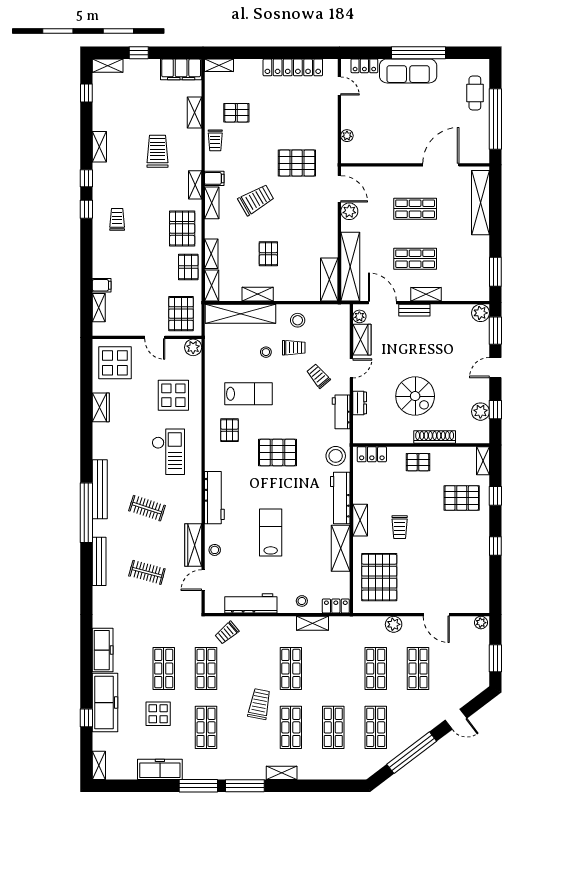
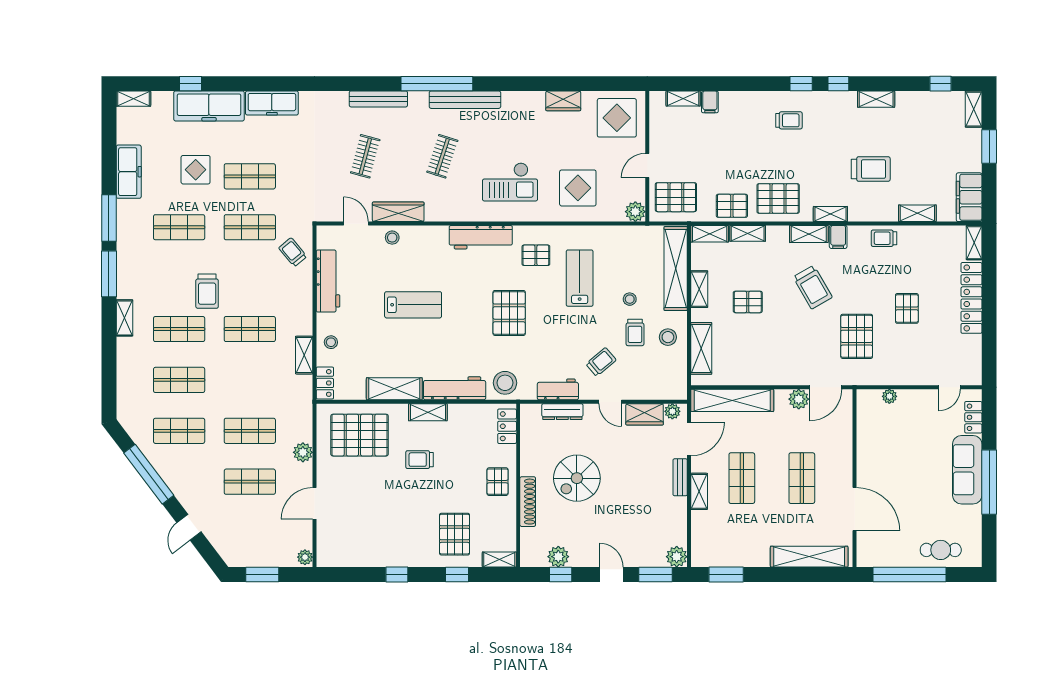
window: (139, 53) -> (989, 146), width x1.50
locker: (293, 67) -> (971, 298), moved
pallet: (236, 113) -> (907, 308), moved
shelving: (329, 279) -> (701, 348), moved, turned 90
lab bench: (248, 394) -> (580, 278), turned 180
dresser: (360, 403) -> (562, 412), width x1.44
workbench: (214, 498) -> (481, 237), moved
trolley: (259, 704) -> (207, 291), turned 79

